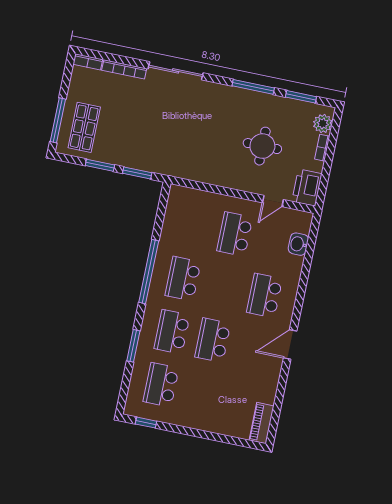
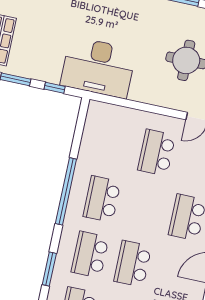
desk: (179, 153) -> (98, 67), added
window: (137, 173) -> (55, 88), width x0.67

